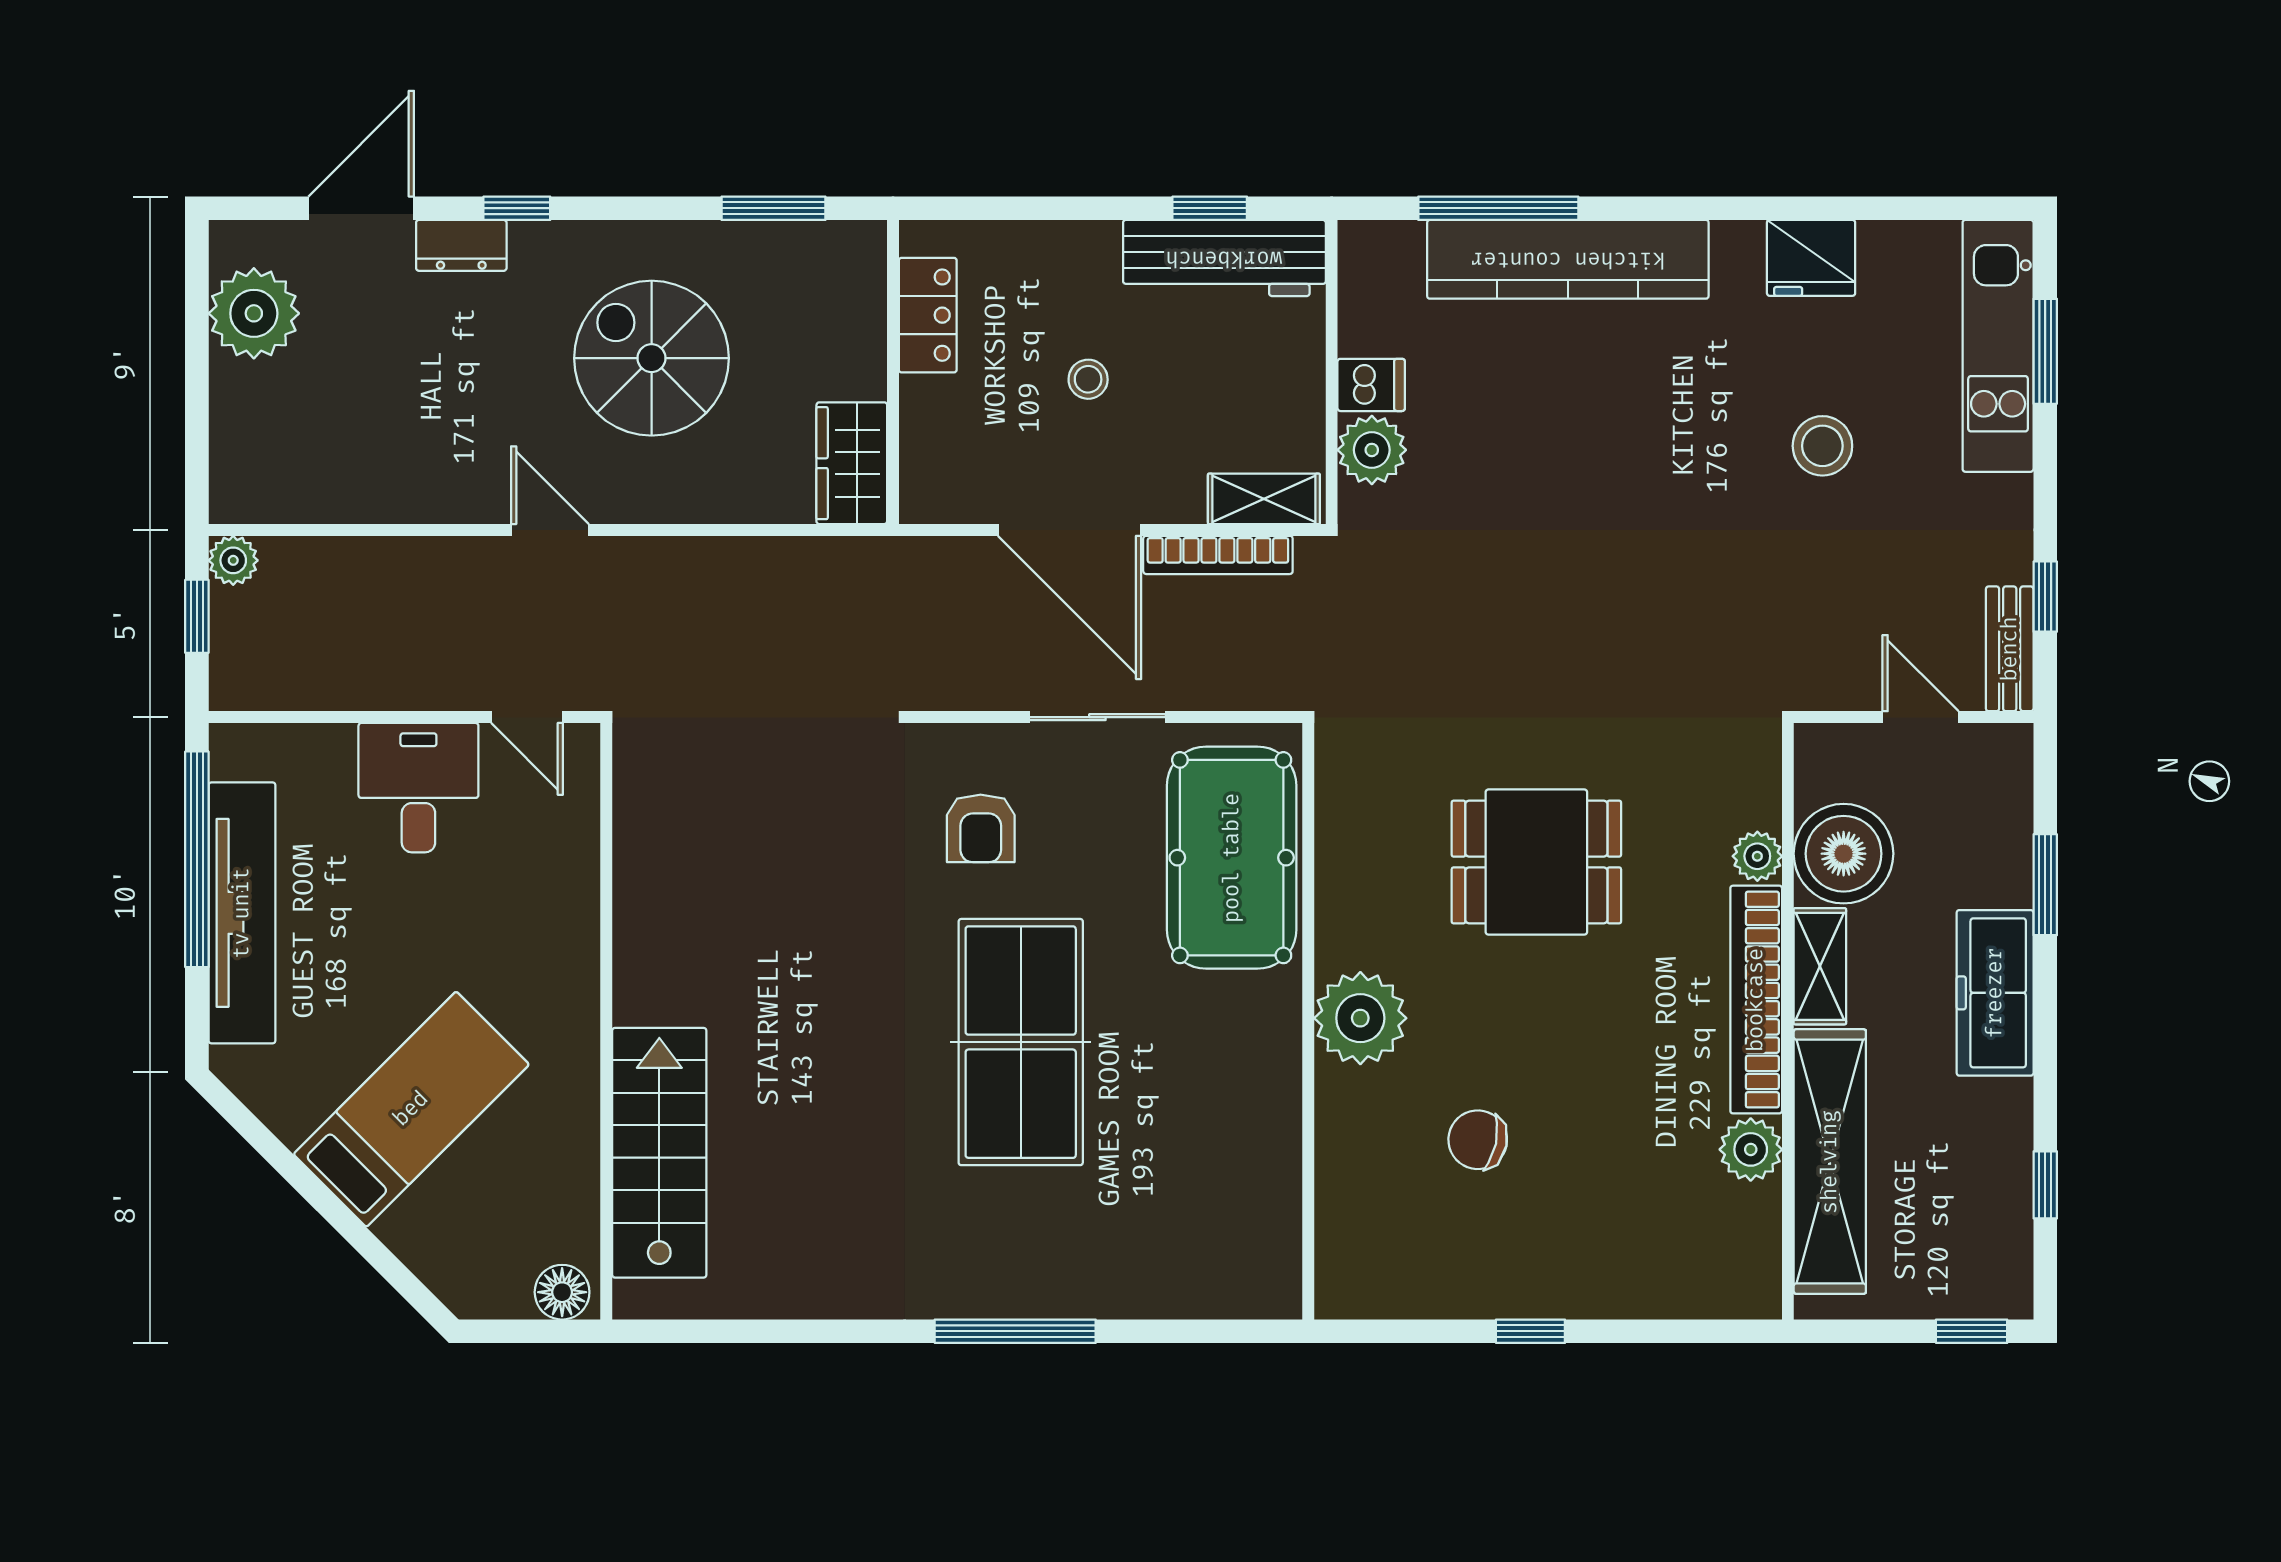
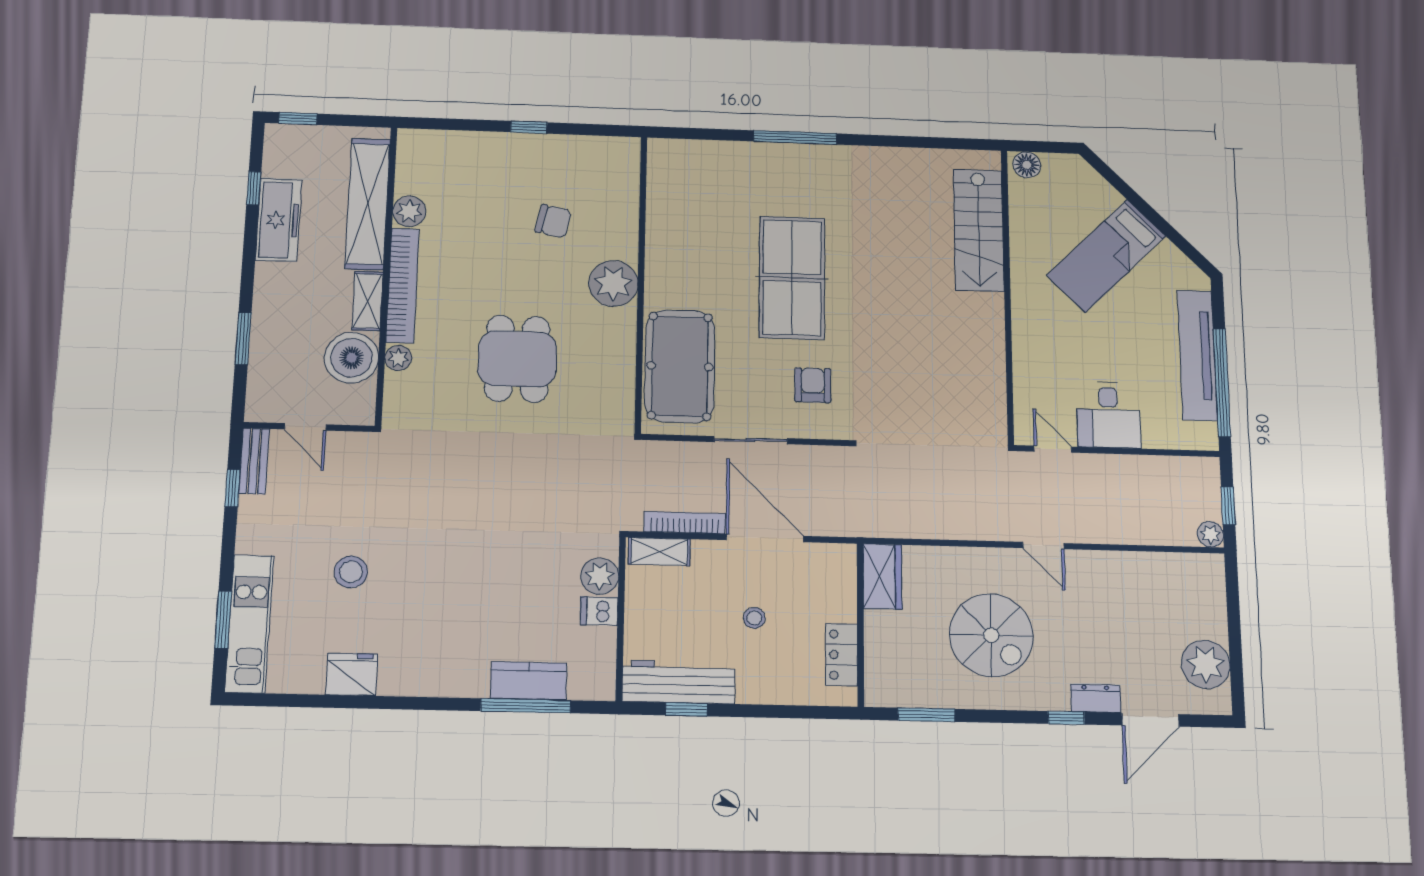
kitchen counter: (1568, 259) -> (529, 681), width x0.48, depth x0.86
dining table: (1536, 862) -> (517, 359), turned 90
freezer: (1995, 993) -> (278, 220), moved

